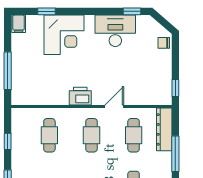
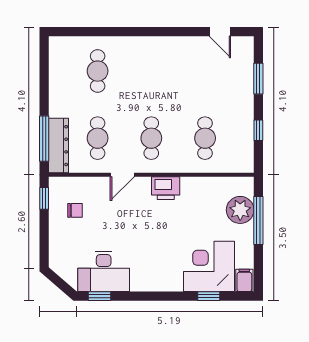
desk: (115, 31) -> (104, 271), moved
corner desk: (64, 35) -> (209, 266), moved
chair: (164, 43) -> (75, 210), moved
plant: (22, 79) -> (240, 210), added
window: (175, 154) -> (44, 139), moved

